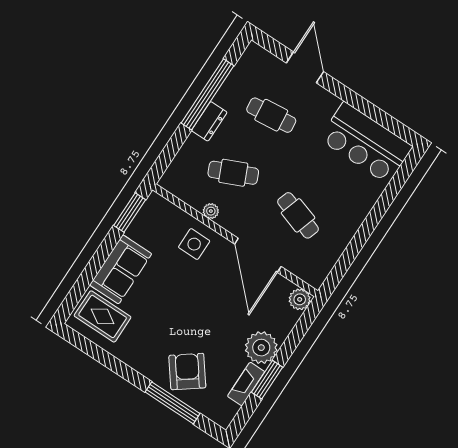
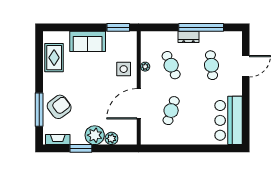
plant: (300, 299) -> (111, 138), moved
rug: (103, 316) -> (54, 58), moved
fireplace: (246, 384) -> (58, 140), moved

